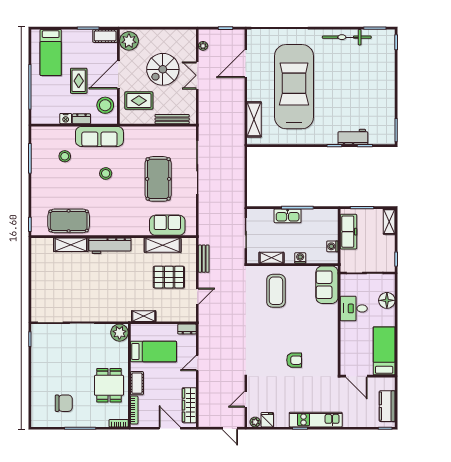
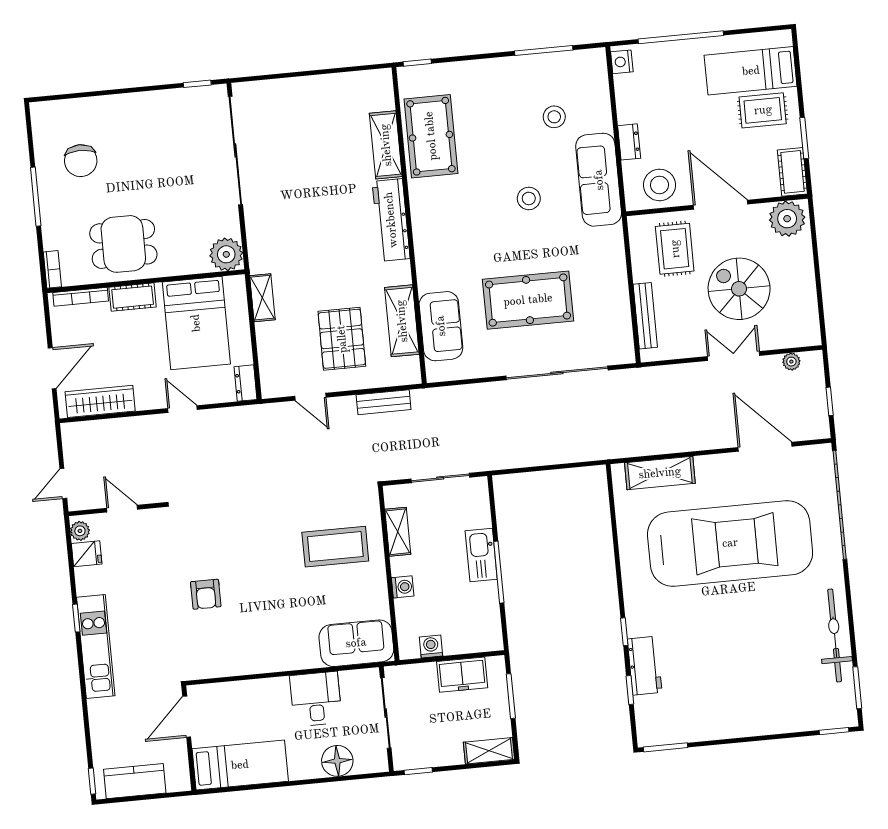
rug: (79, 81) -> (763, 110), moved
nightstand: (66, 119) -> (622, 62), moved
freezer: (348, 232) -> (462, 675), width x0.71
bed: (154, 352) -> (196, 323), width x1.50

